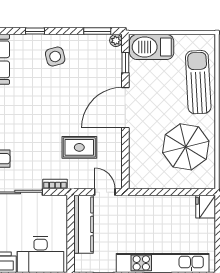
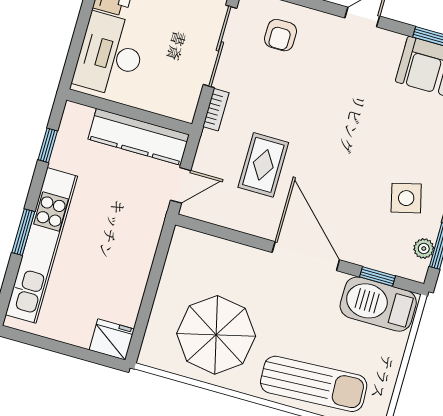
plant: (116, 40) -> (424, 249), moved
barbecue: (152, 47) -> (378, 304), moved, turned -90
side table: (55, 57) -> (406, 198), moved

